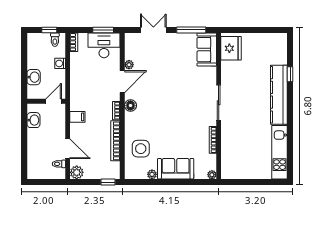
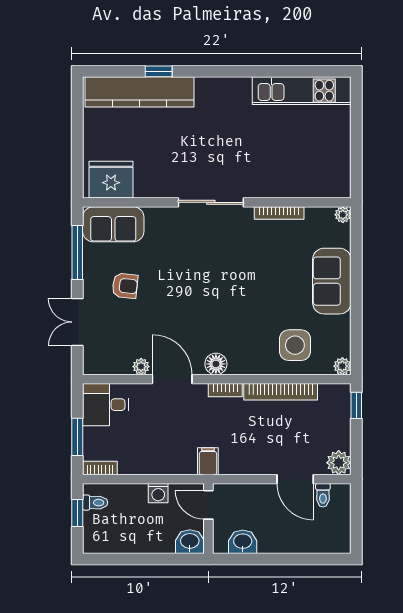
window: (103, 30) -> (77, 437), moved
desk: (104, 45) -> (106, 405), width x0.73
armchair: (173, 56) -> (125, 286), added
washing machine: (60, 63) -> (158, 493), moved
washbasin: (34, 77) -> (190, 542), moved
kitchen counter: (279, 95) -> (139, 92), moved
filing cabinet: (77, 117) -> (208, 461), moved
door: (68, 149) -> (295, 479), swing flipped
plant: (152, 174) -> (342, 366), moved

